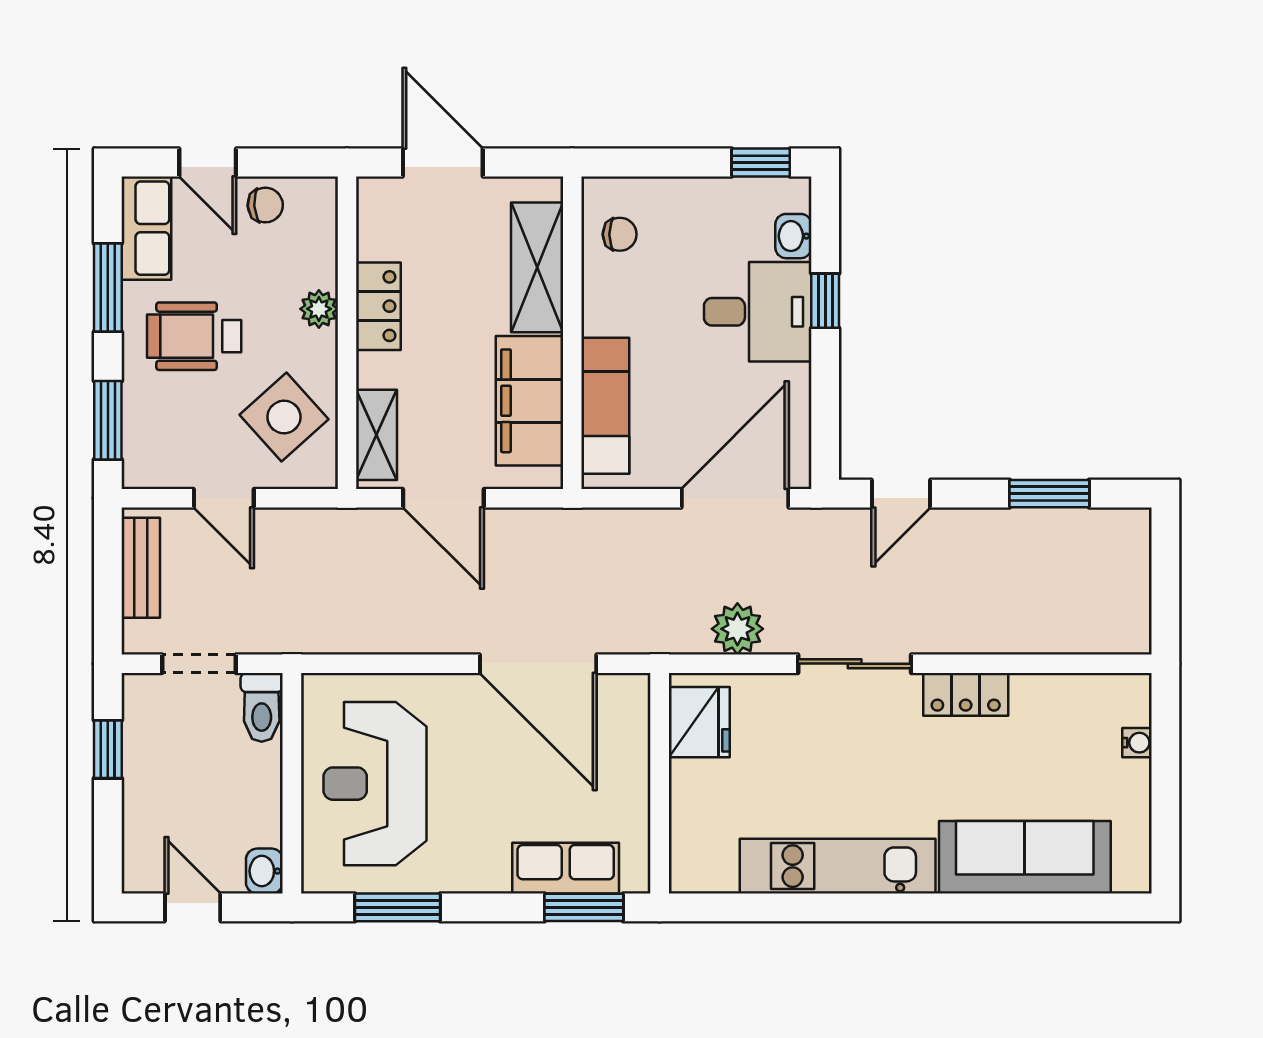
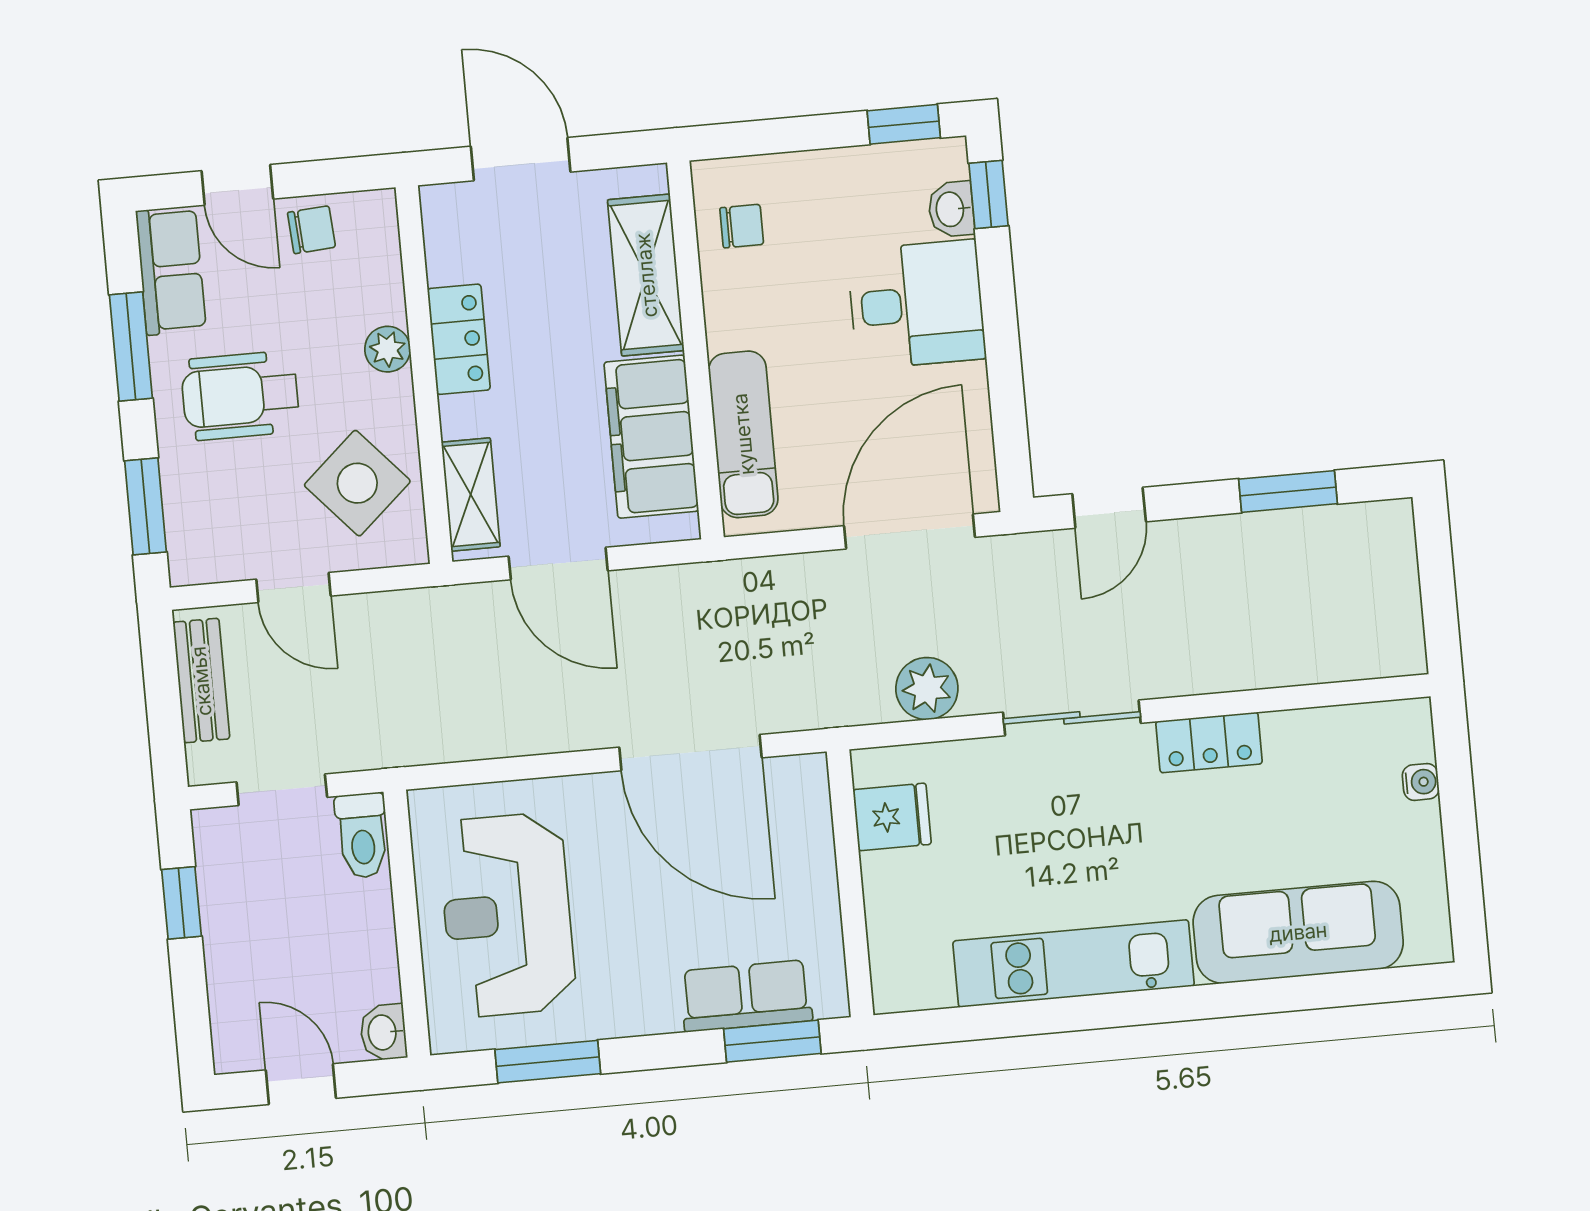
window: (825, 301) -> (988, 195), moved
fridge: (699, 722) -> (892, 817), width x0.72

